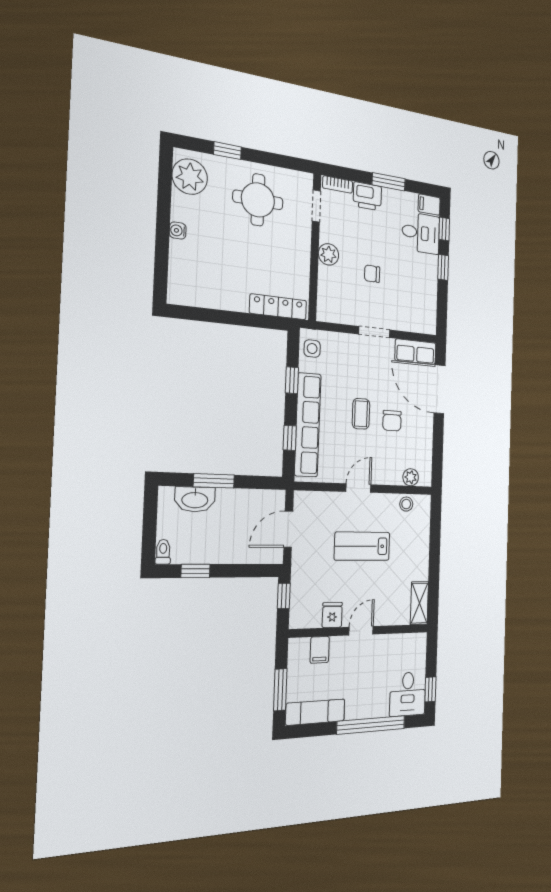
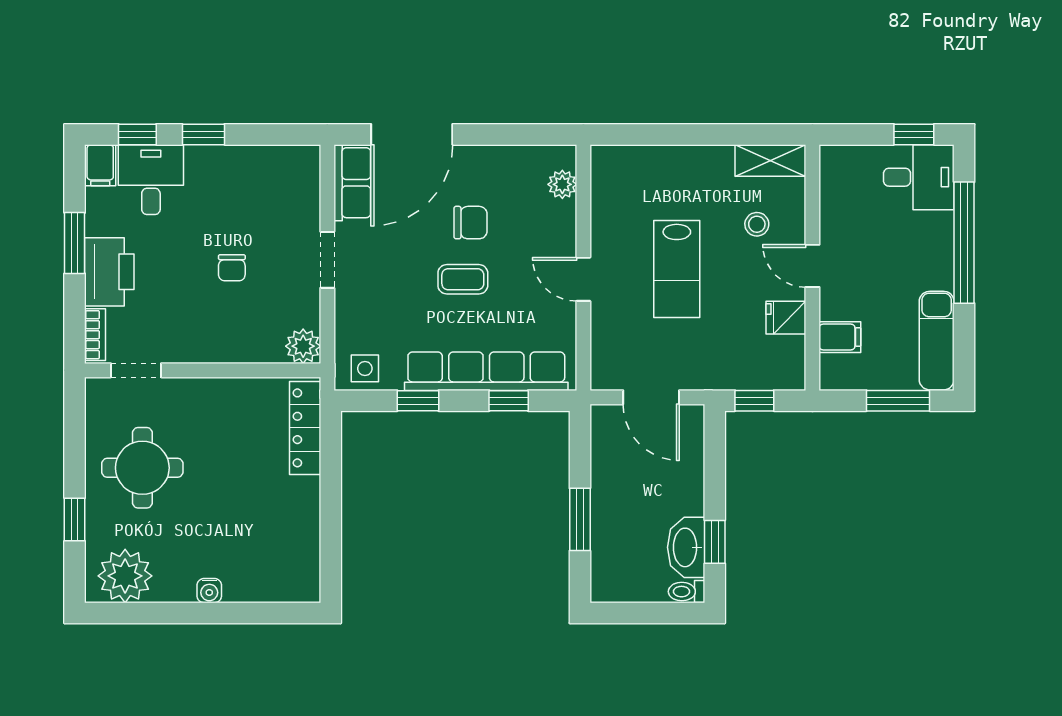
printer: (367, 196) -> (109, 272), width x1.37, depth x1.19
plant: (328, 254) -> (303, 346), moved
washbasin: (195, 499) -> (686, 547), moved, turned 180
stool: (406, 504) -> (757, 224), moved

